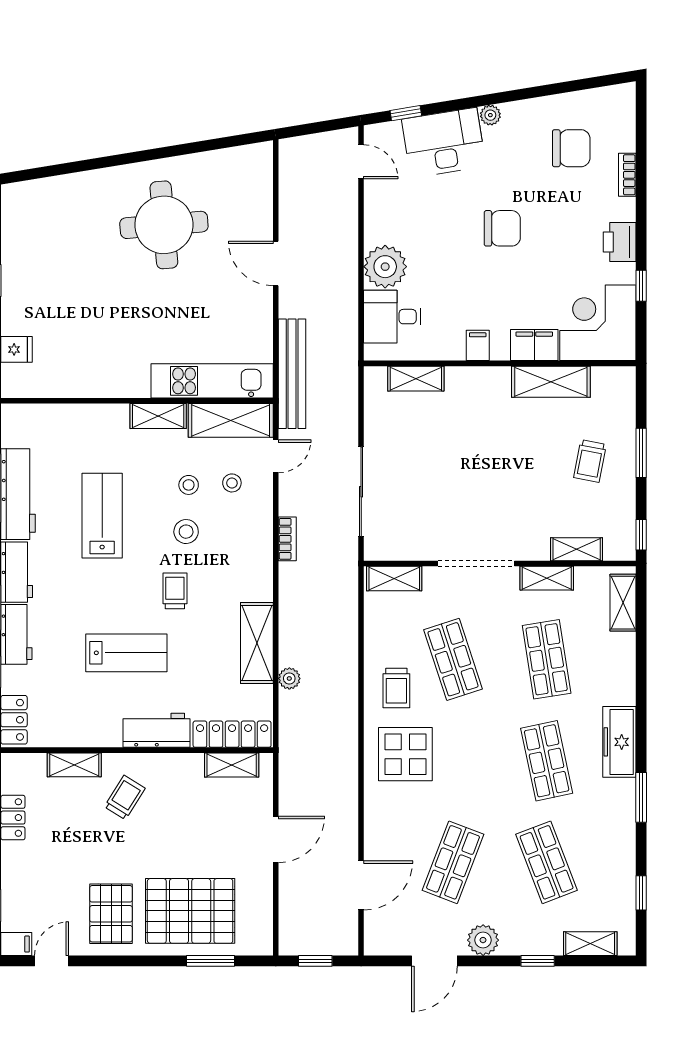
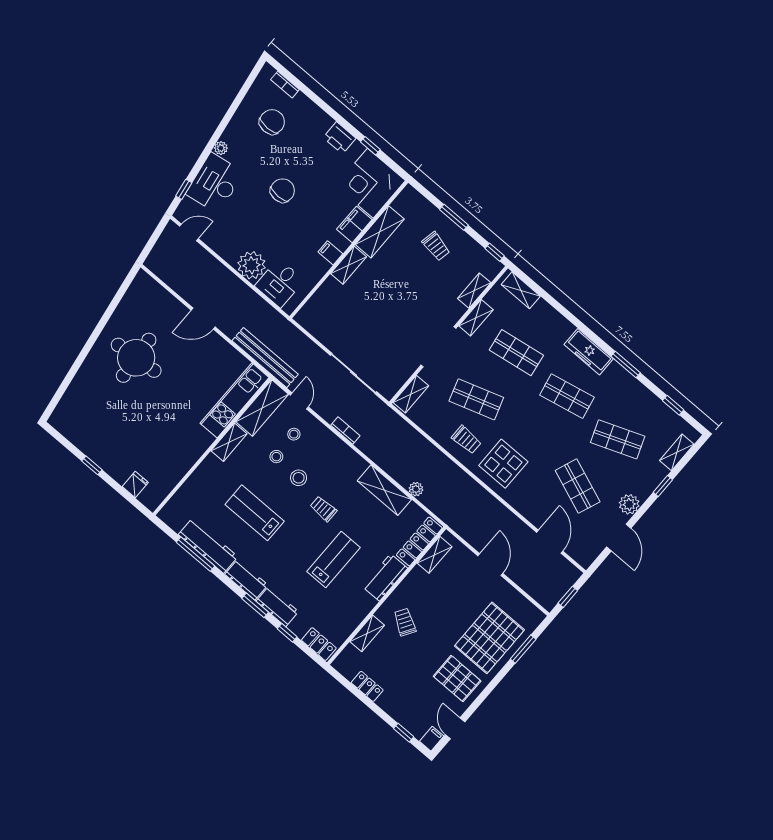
bookcase: (627, 175) -> (285, 85), moved
shelving: (416, 379) -> (349, 265), moved

